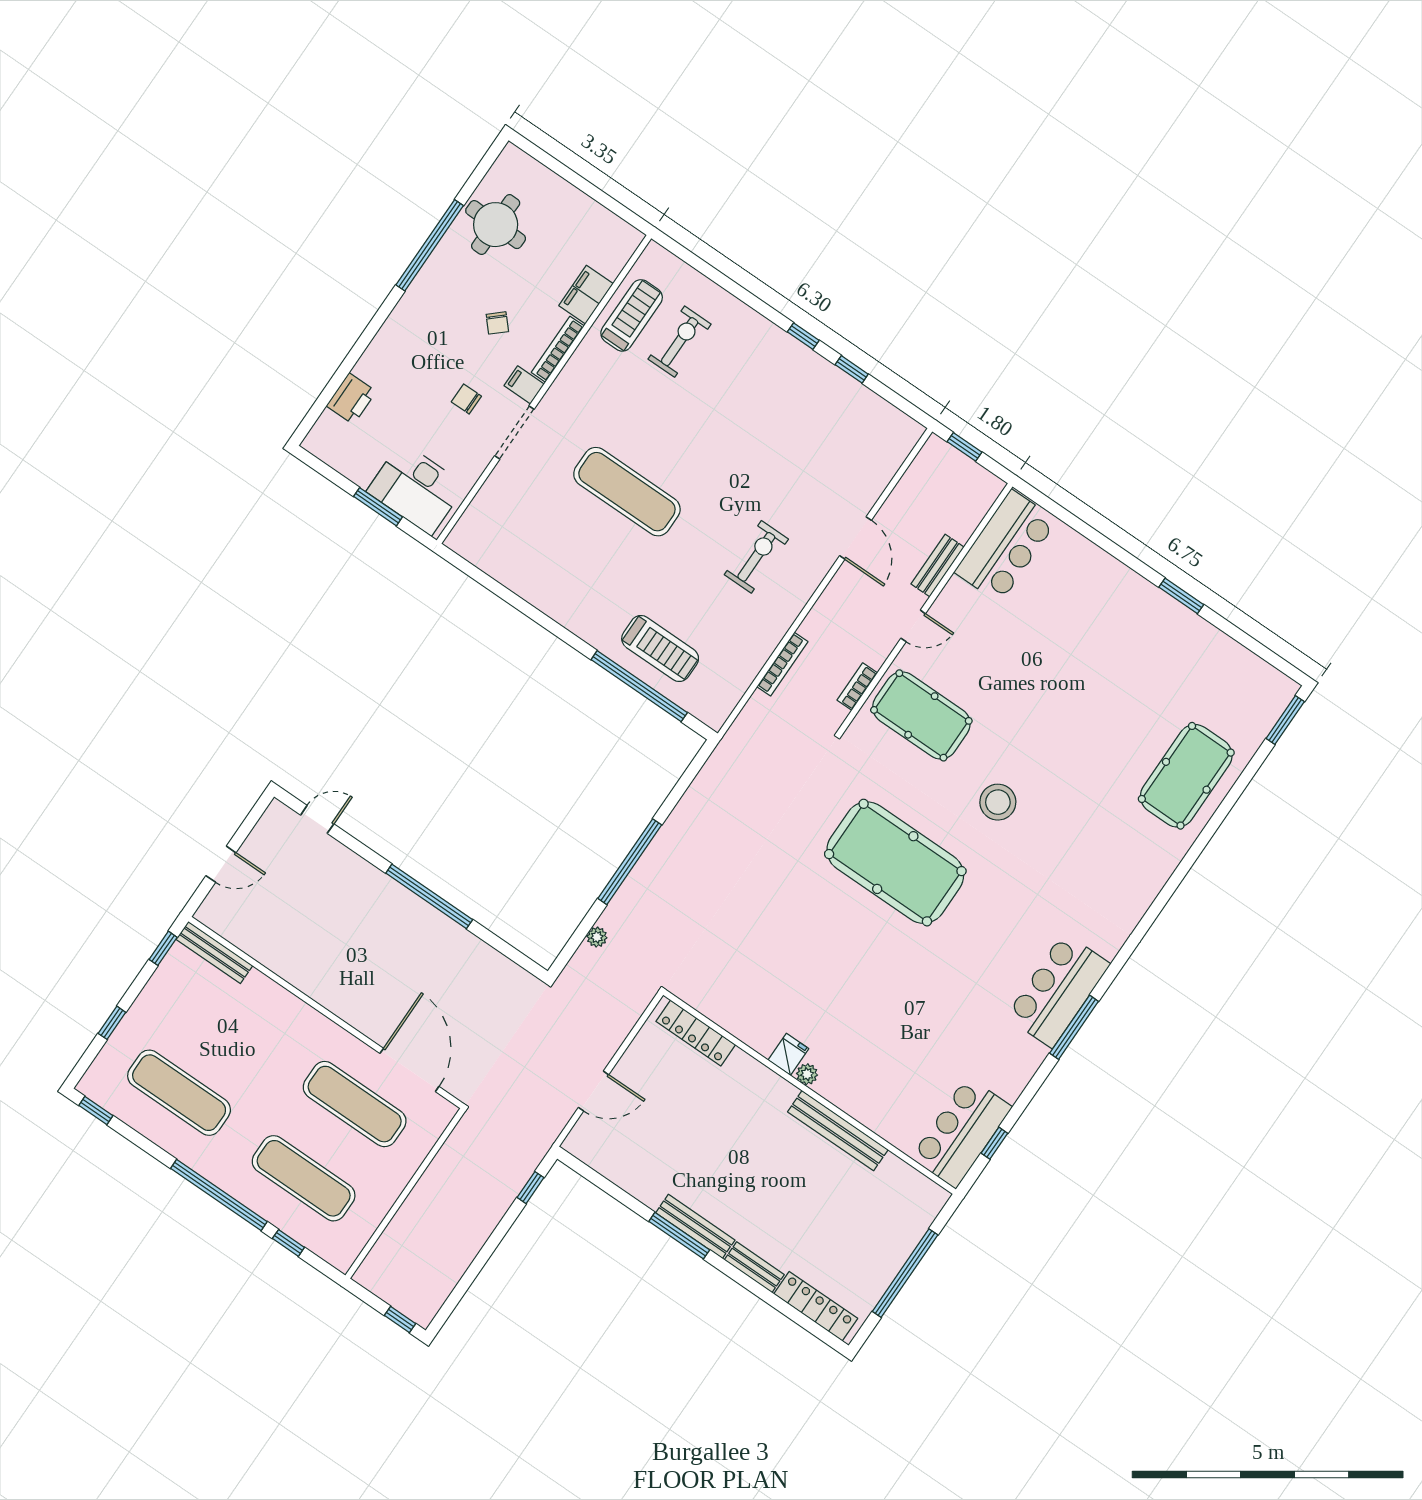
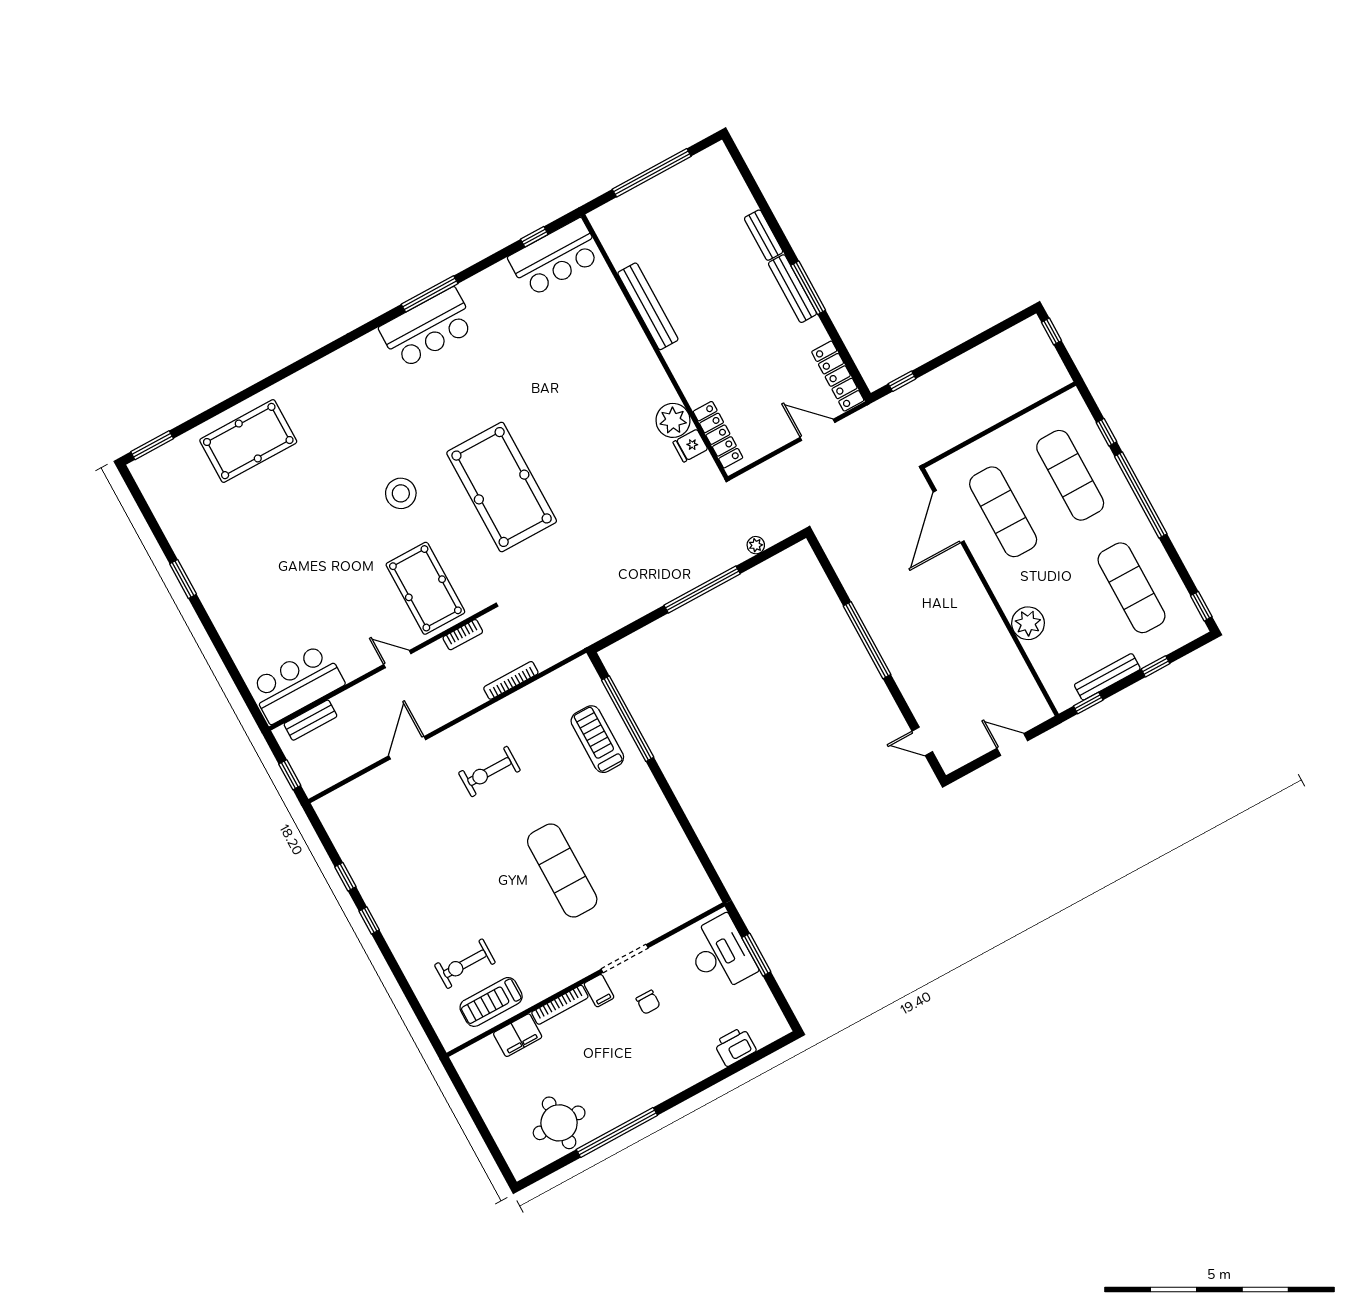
chair: (497, 323) -> (595, 1048), removed
bench: (937, 566) -> (310, 720), moved
bench: (214, 952) -> (1107, 677), moved, turned 90
plant: (269, 1000) -> (1028, 623), added
fridge: (788, 1054) -> (690, 446), moved
plant: (807, 1074) -> (673, 420), moved, width x1.88, depth x1.88
locker: (816, 1306) -> (838, 376), moved

